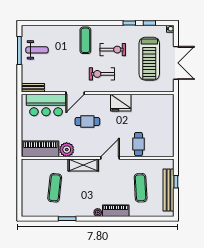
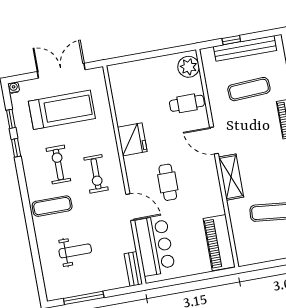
weight bench: (37, 50) -> (75, 251), moved, turned 90
plant: (67, 150) -> (189, 67), moved

